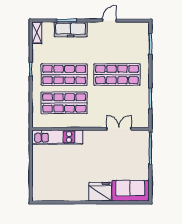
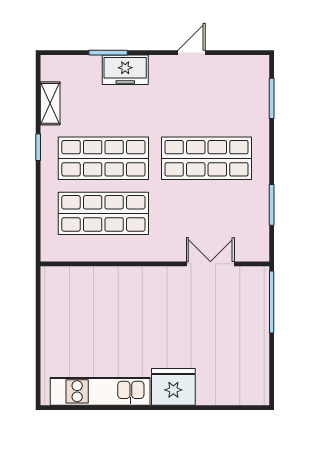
freezer: (71, 29) -> (125, 70), width x0.71
shelving: (37, 33) -> (50, 103), moved
kitchen unit: (57, 137) -> (100, 391), moved, turned 180
sofa: (130, 191) -> (232, 385), removed

